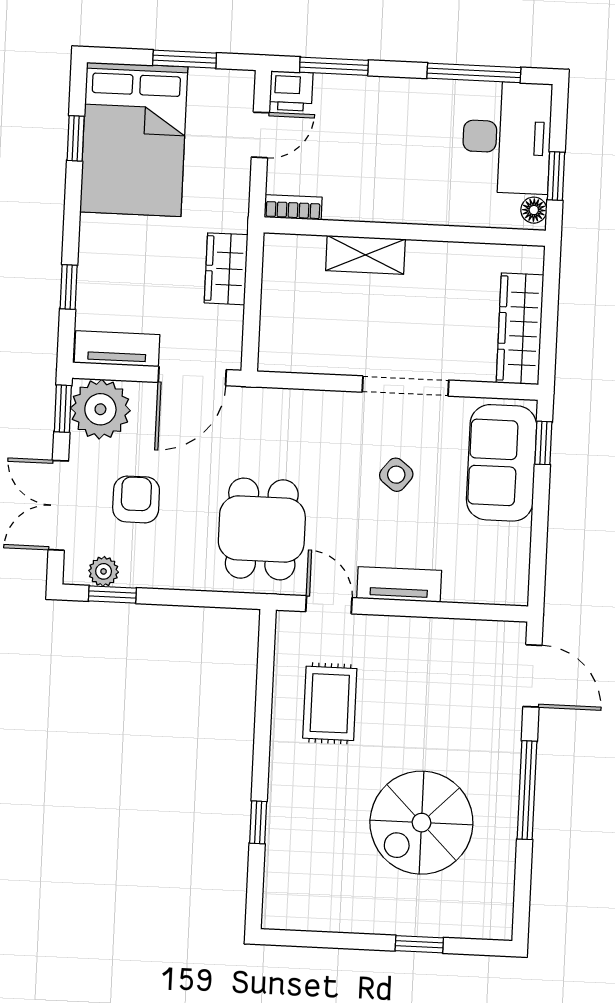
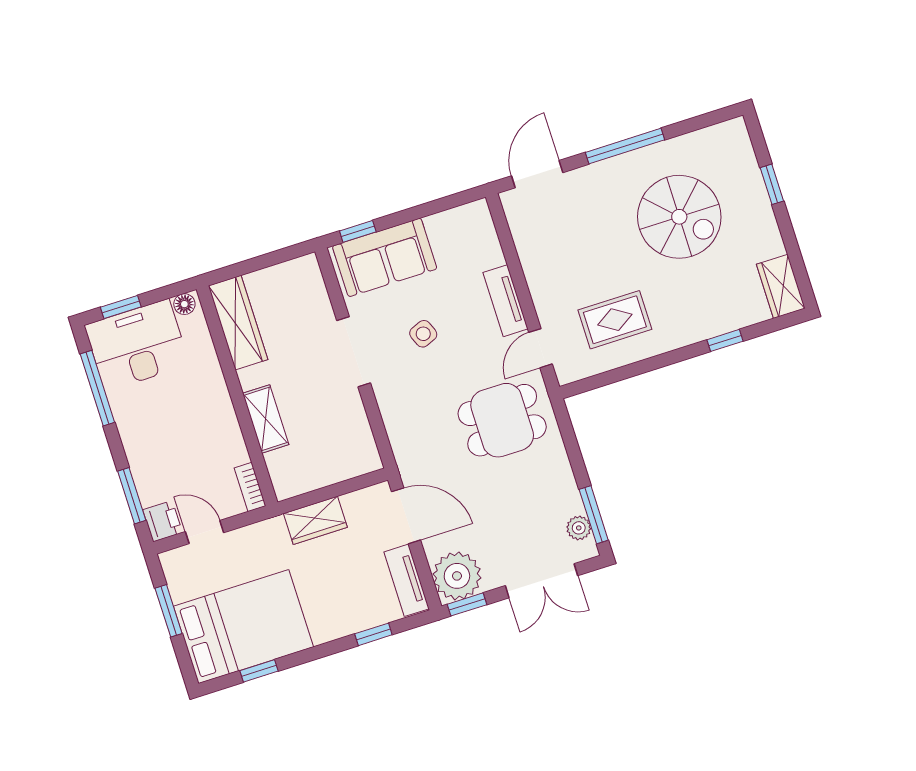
window: (556, 176) -> (121, 307), moved
wardrobe: (520, 329) -> (238, 323), moved, turned -90
side table: (396, 475) -> (423, 334), turned 30
armchair: (136, 499) -> (515, 524), removed
window: (112, 594) -> (594, 515), width x1.50
wardrobe: (297, 910) -> (781, 286), added

